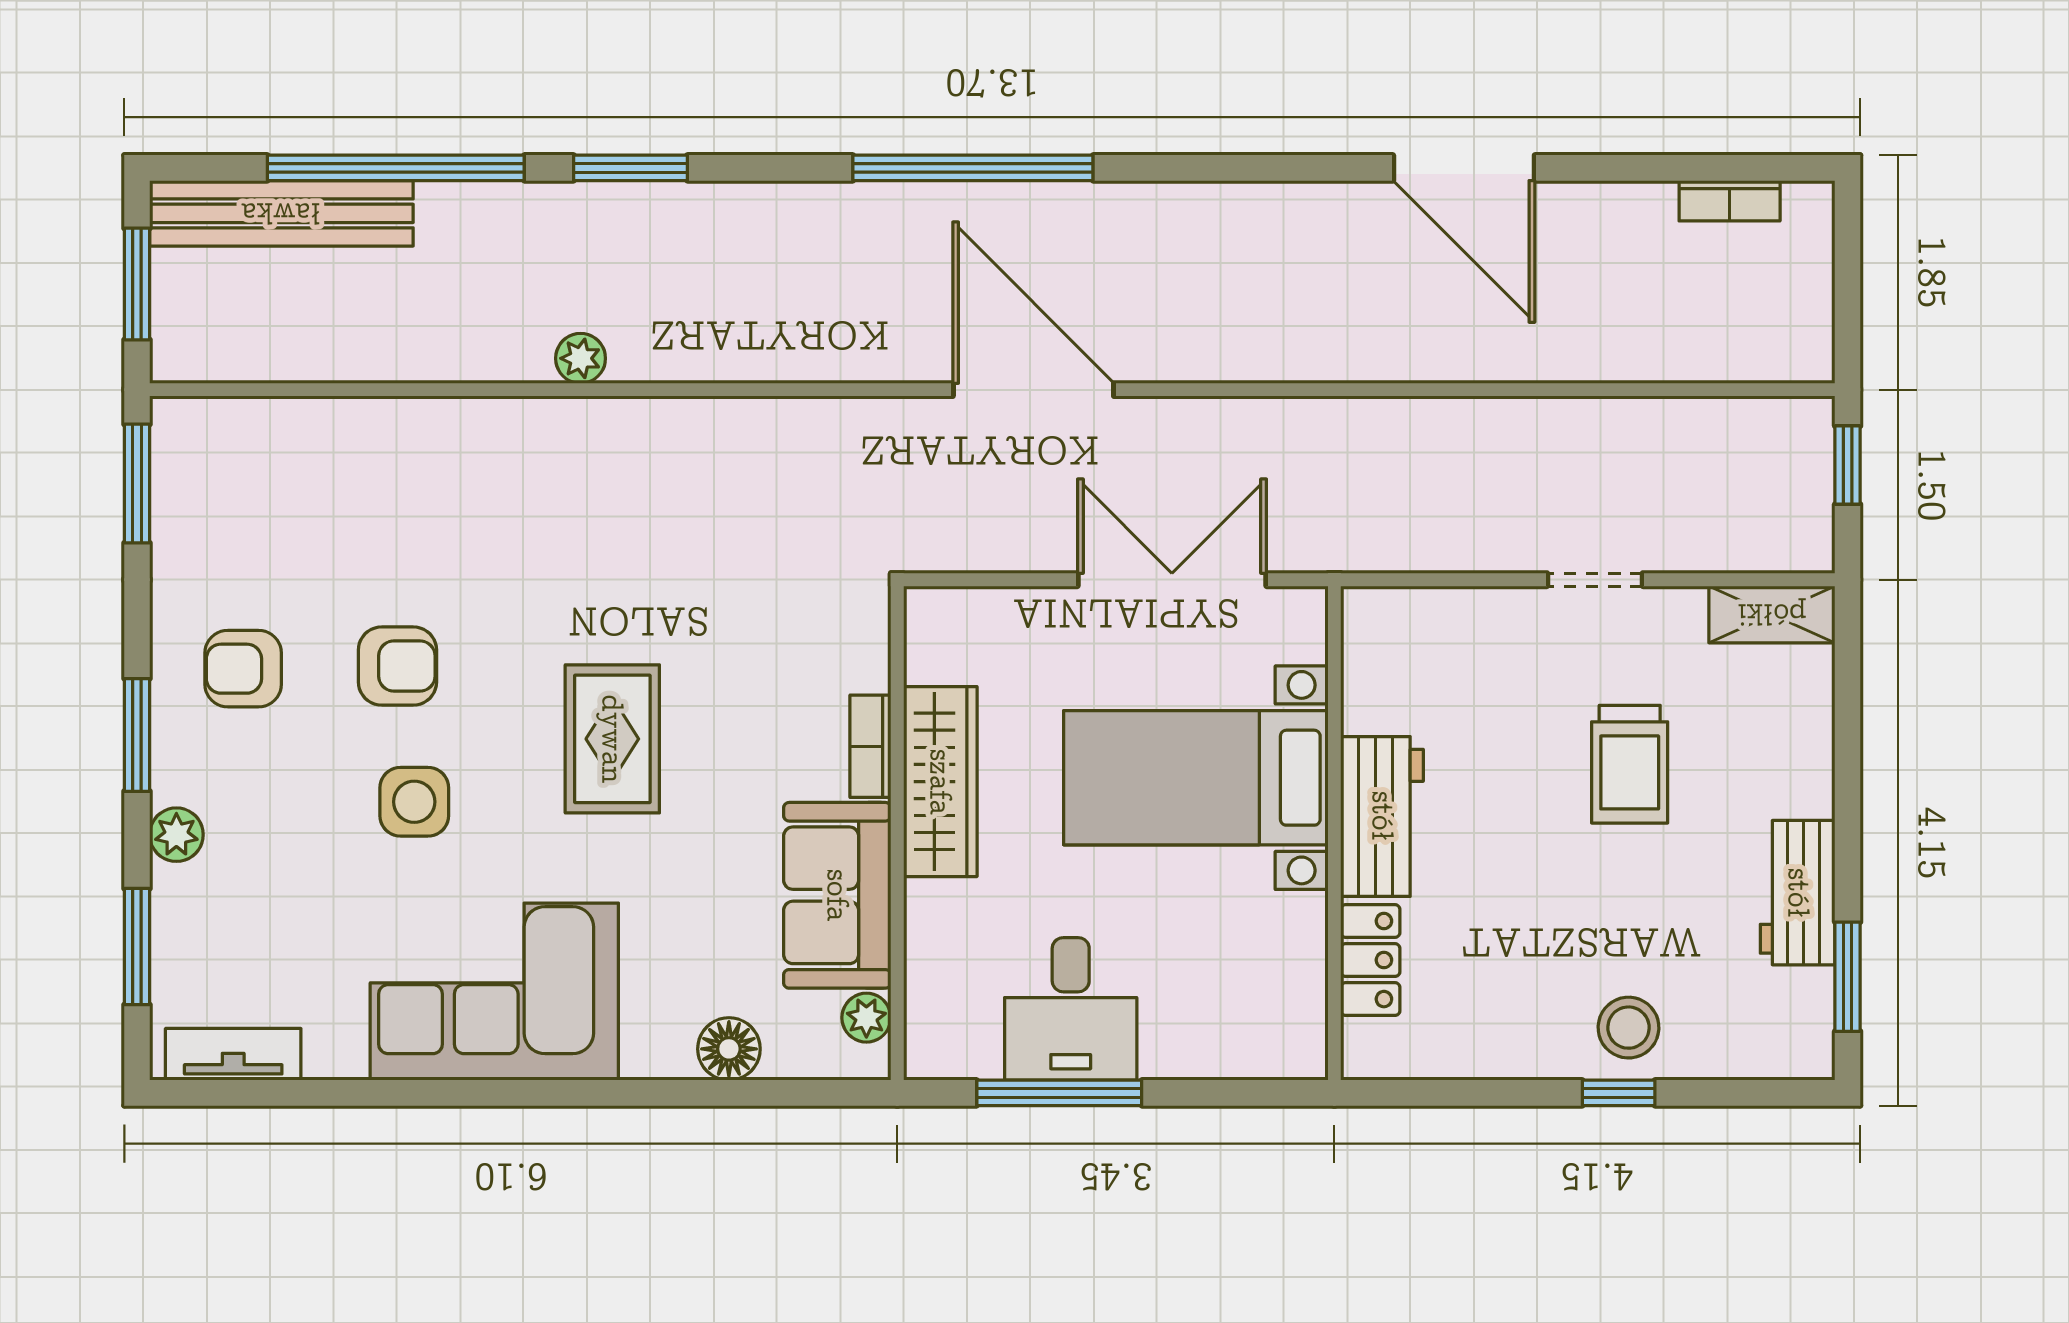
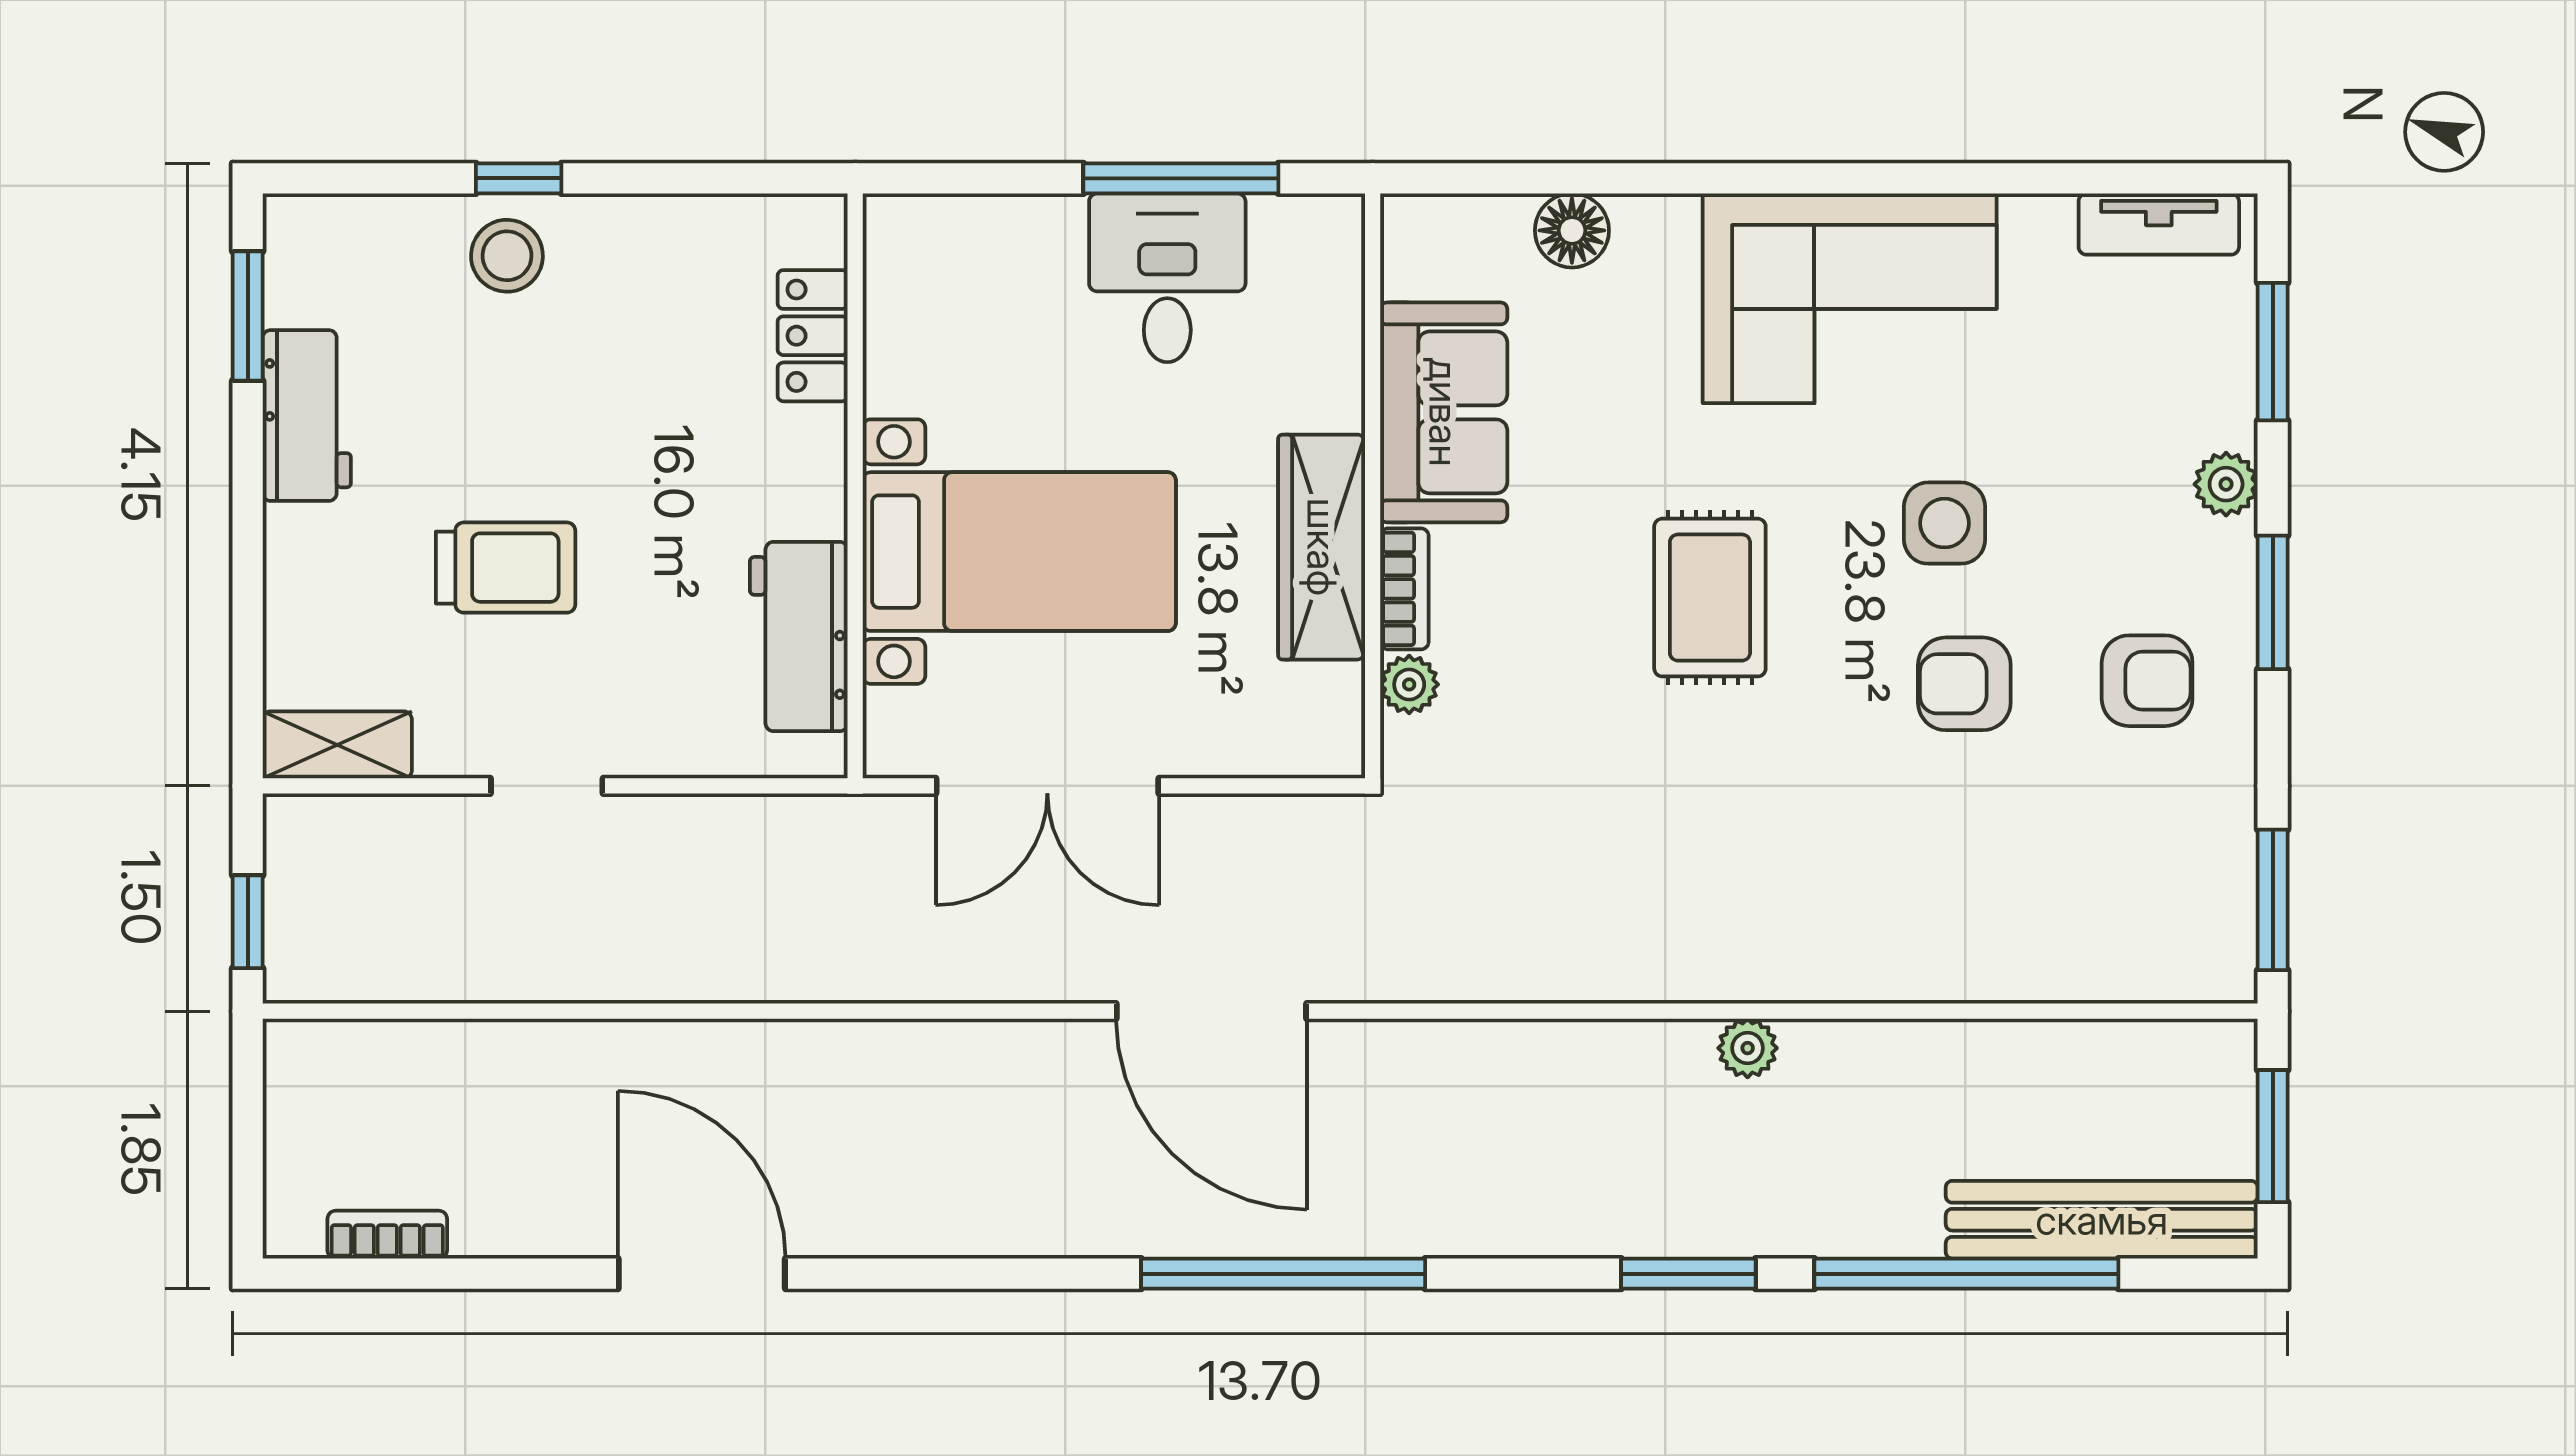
trolley: (1630, 764) -> (506, 568), turned 90
workbench: (1382, 816) -> (799, 637), moved
plant: (866, 1018) -> (1409, 684), moved

